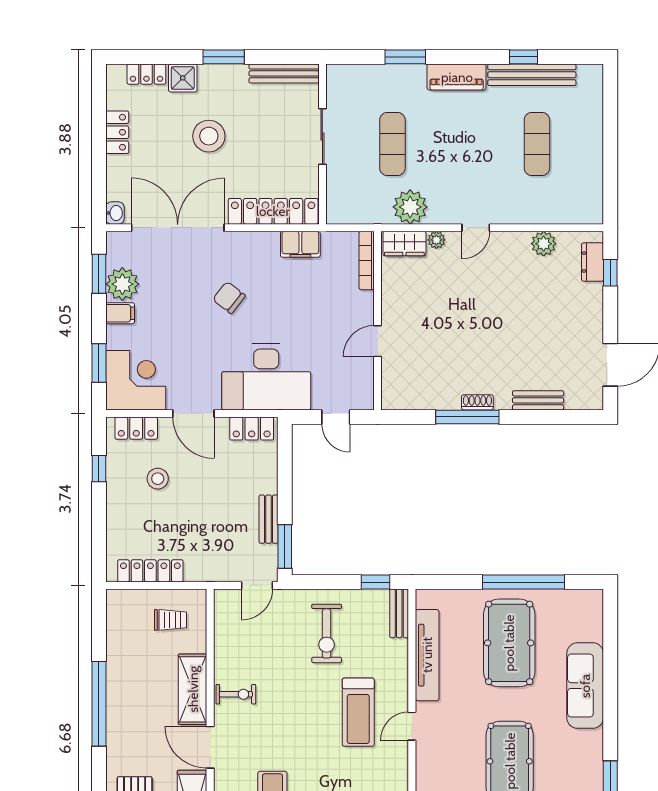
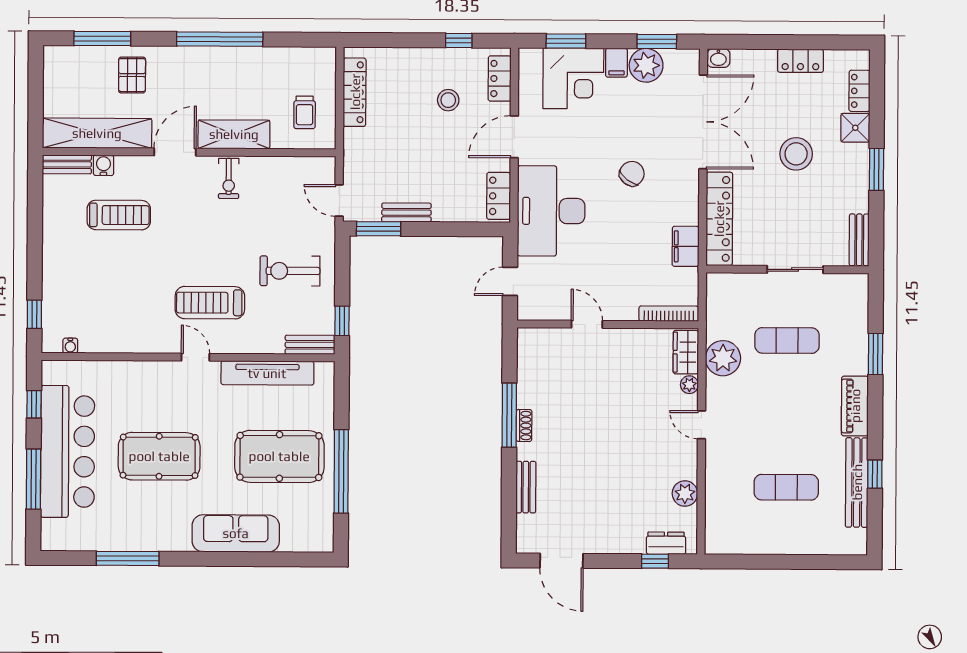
bench: (284, 73) -> (859, 240), width x0.73
corner desk: (136, 380) -> (573, 78), moved

